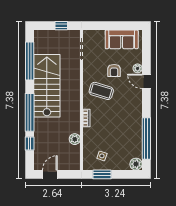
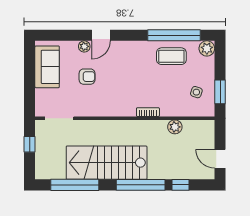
coffee table: (101, 91) -> (171, 56), moved, turned 73

